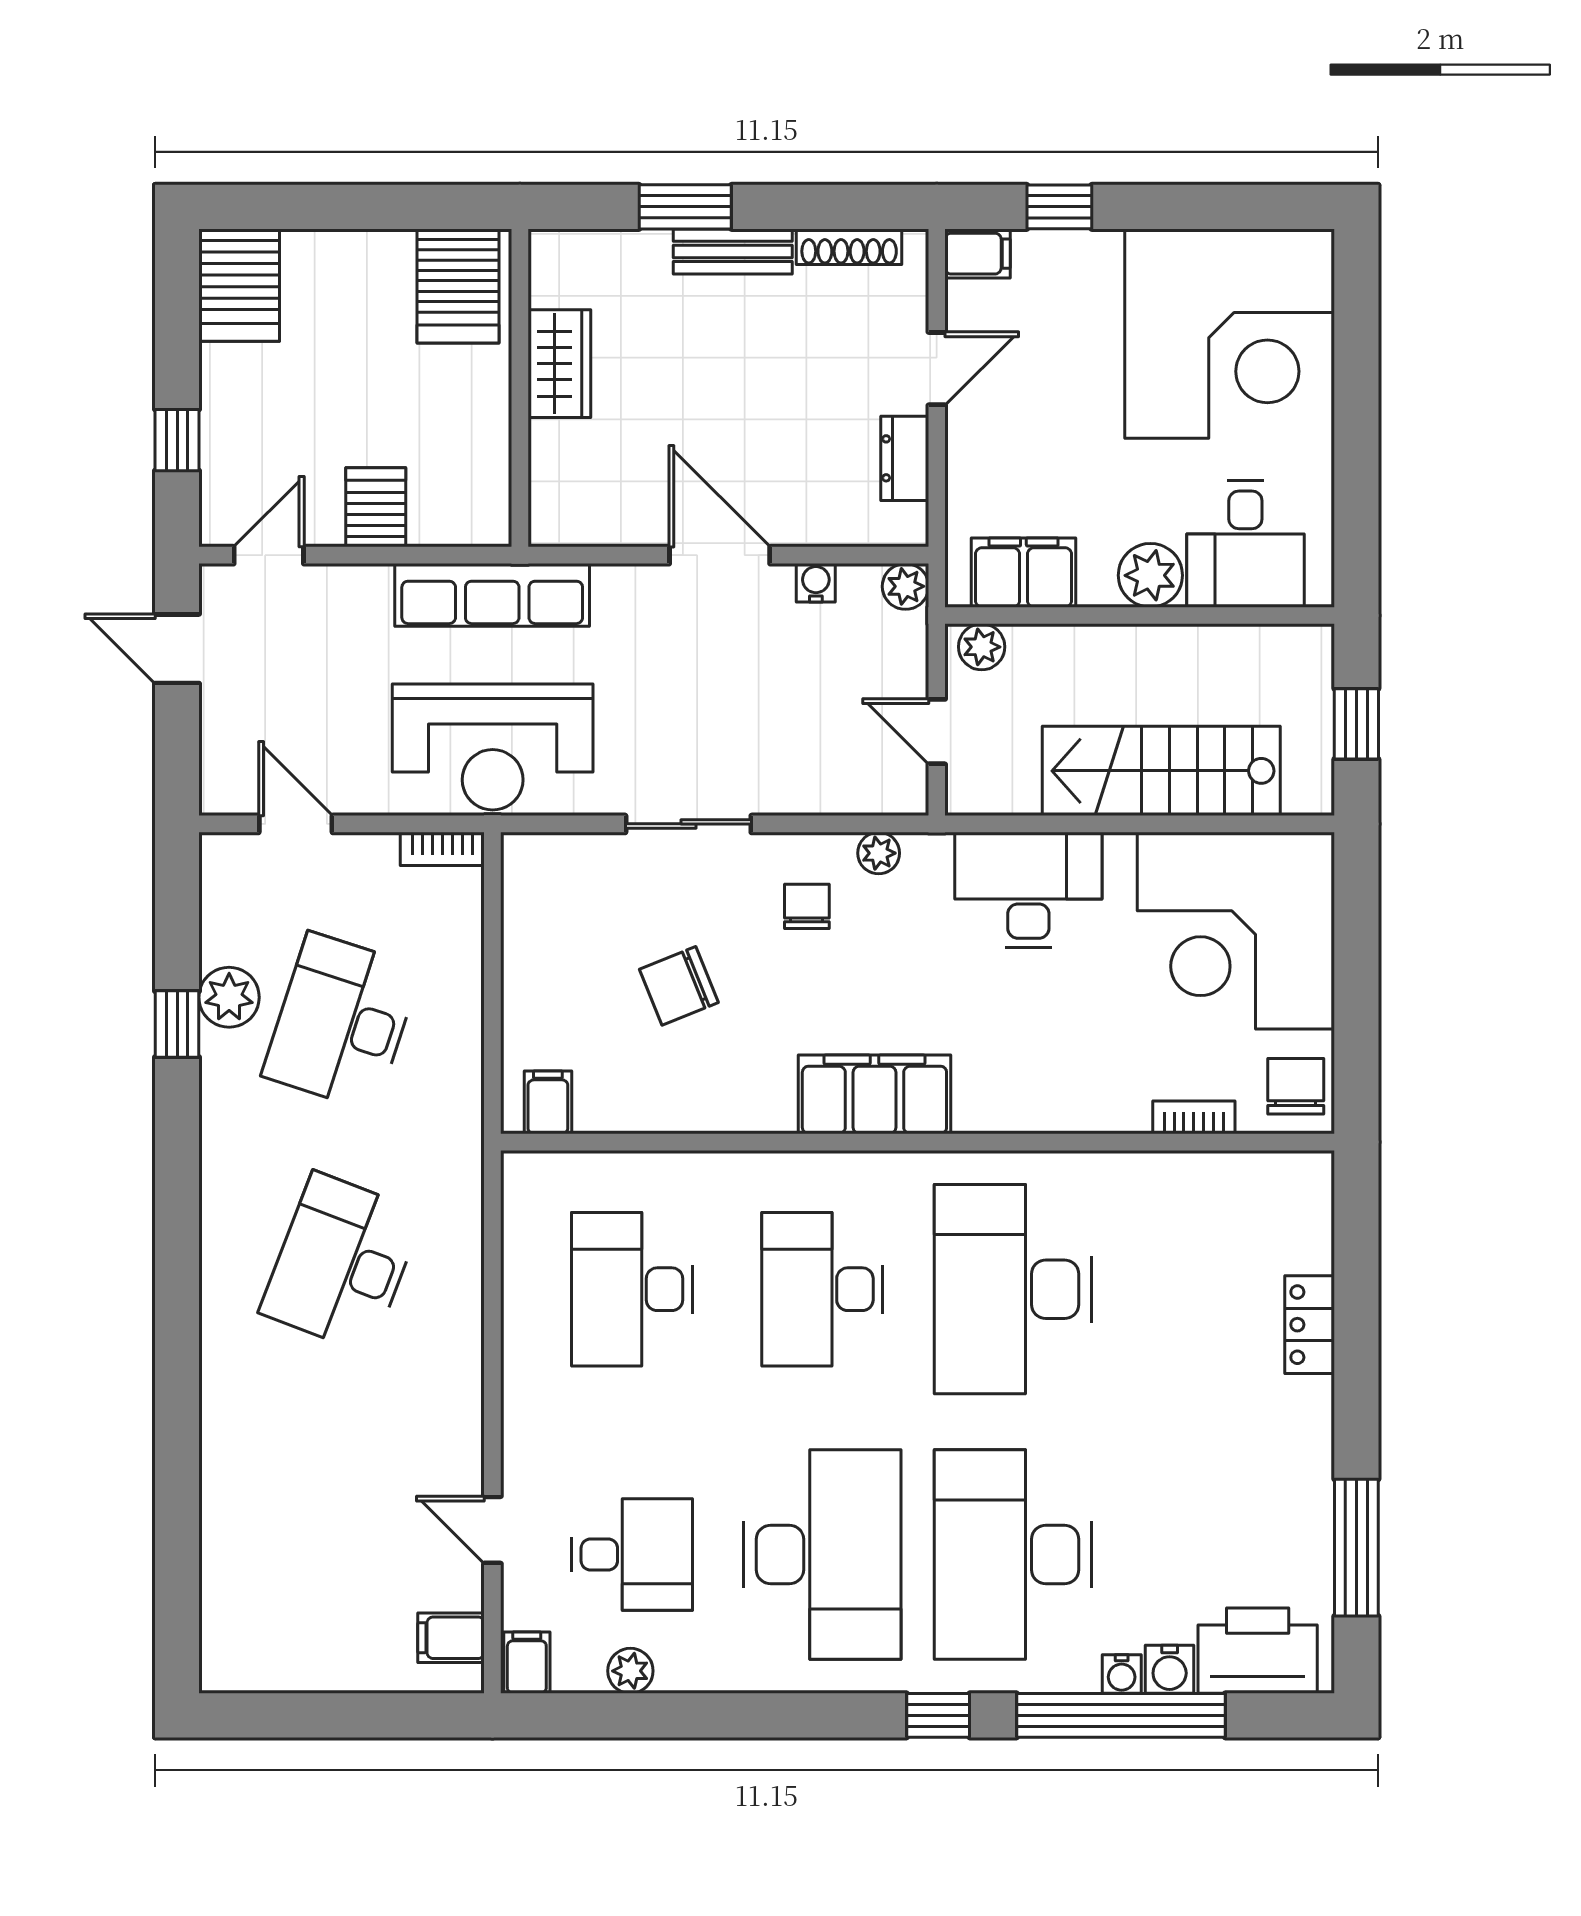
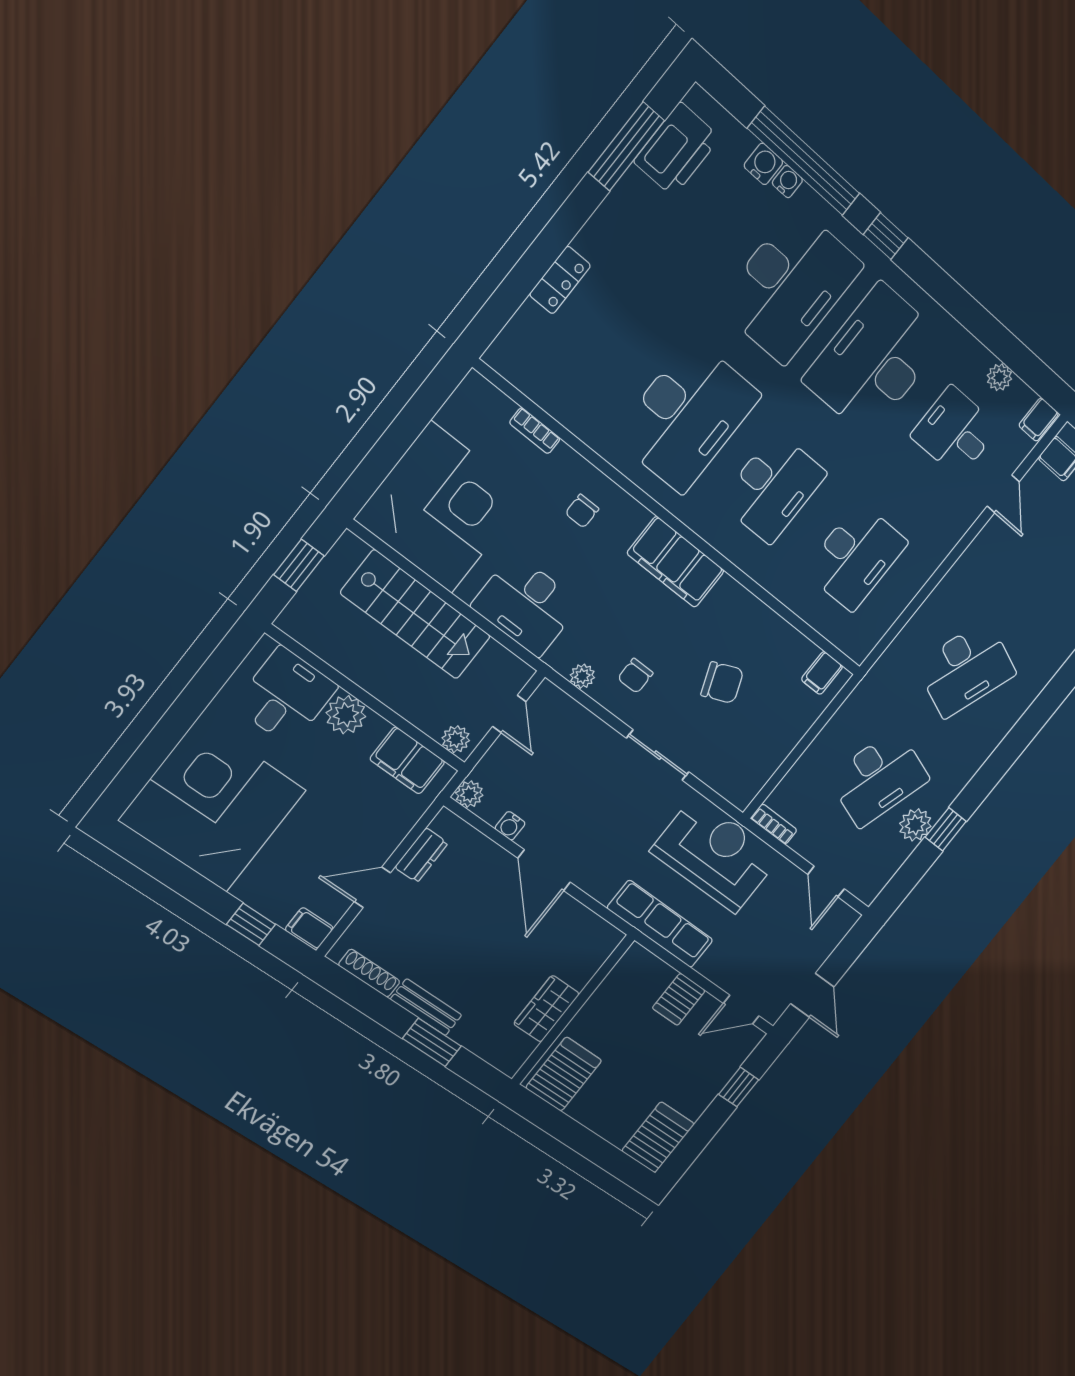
chair: (1296, 1086) -> (582, 511), moved, width x0.73, depth x0.73
printer: (1258, 1651) -> (677, 149), moved, turned -90

